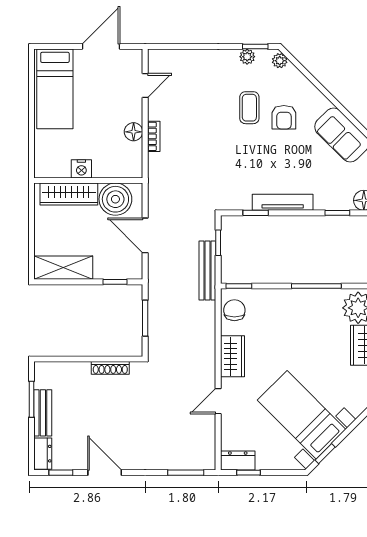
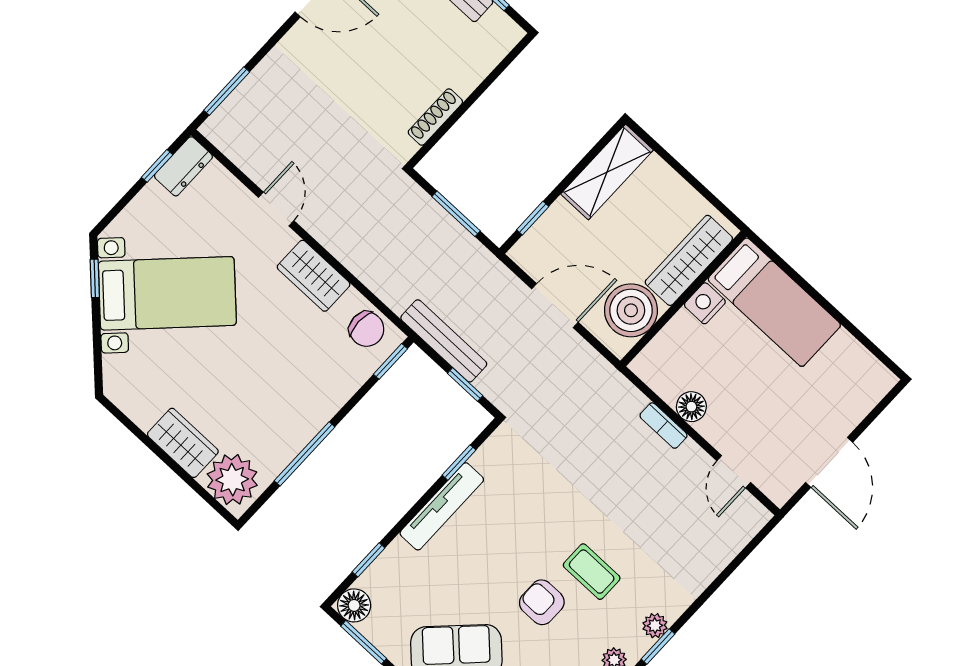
bed: (55, 89) -> (774, 302), moved, turned 180

